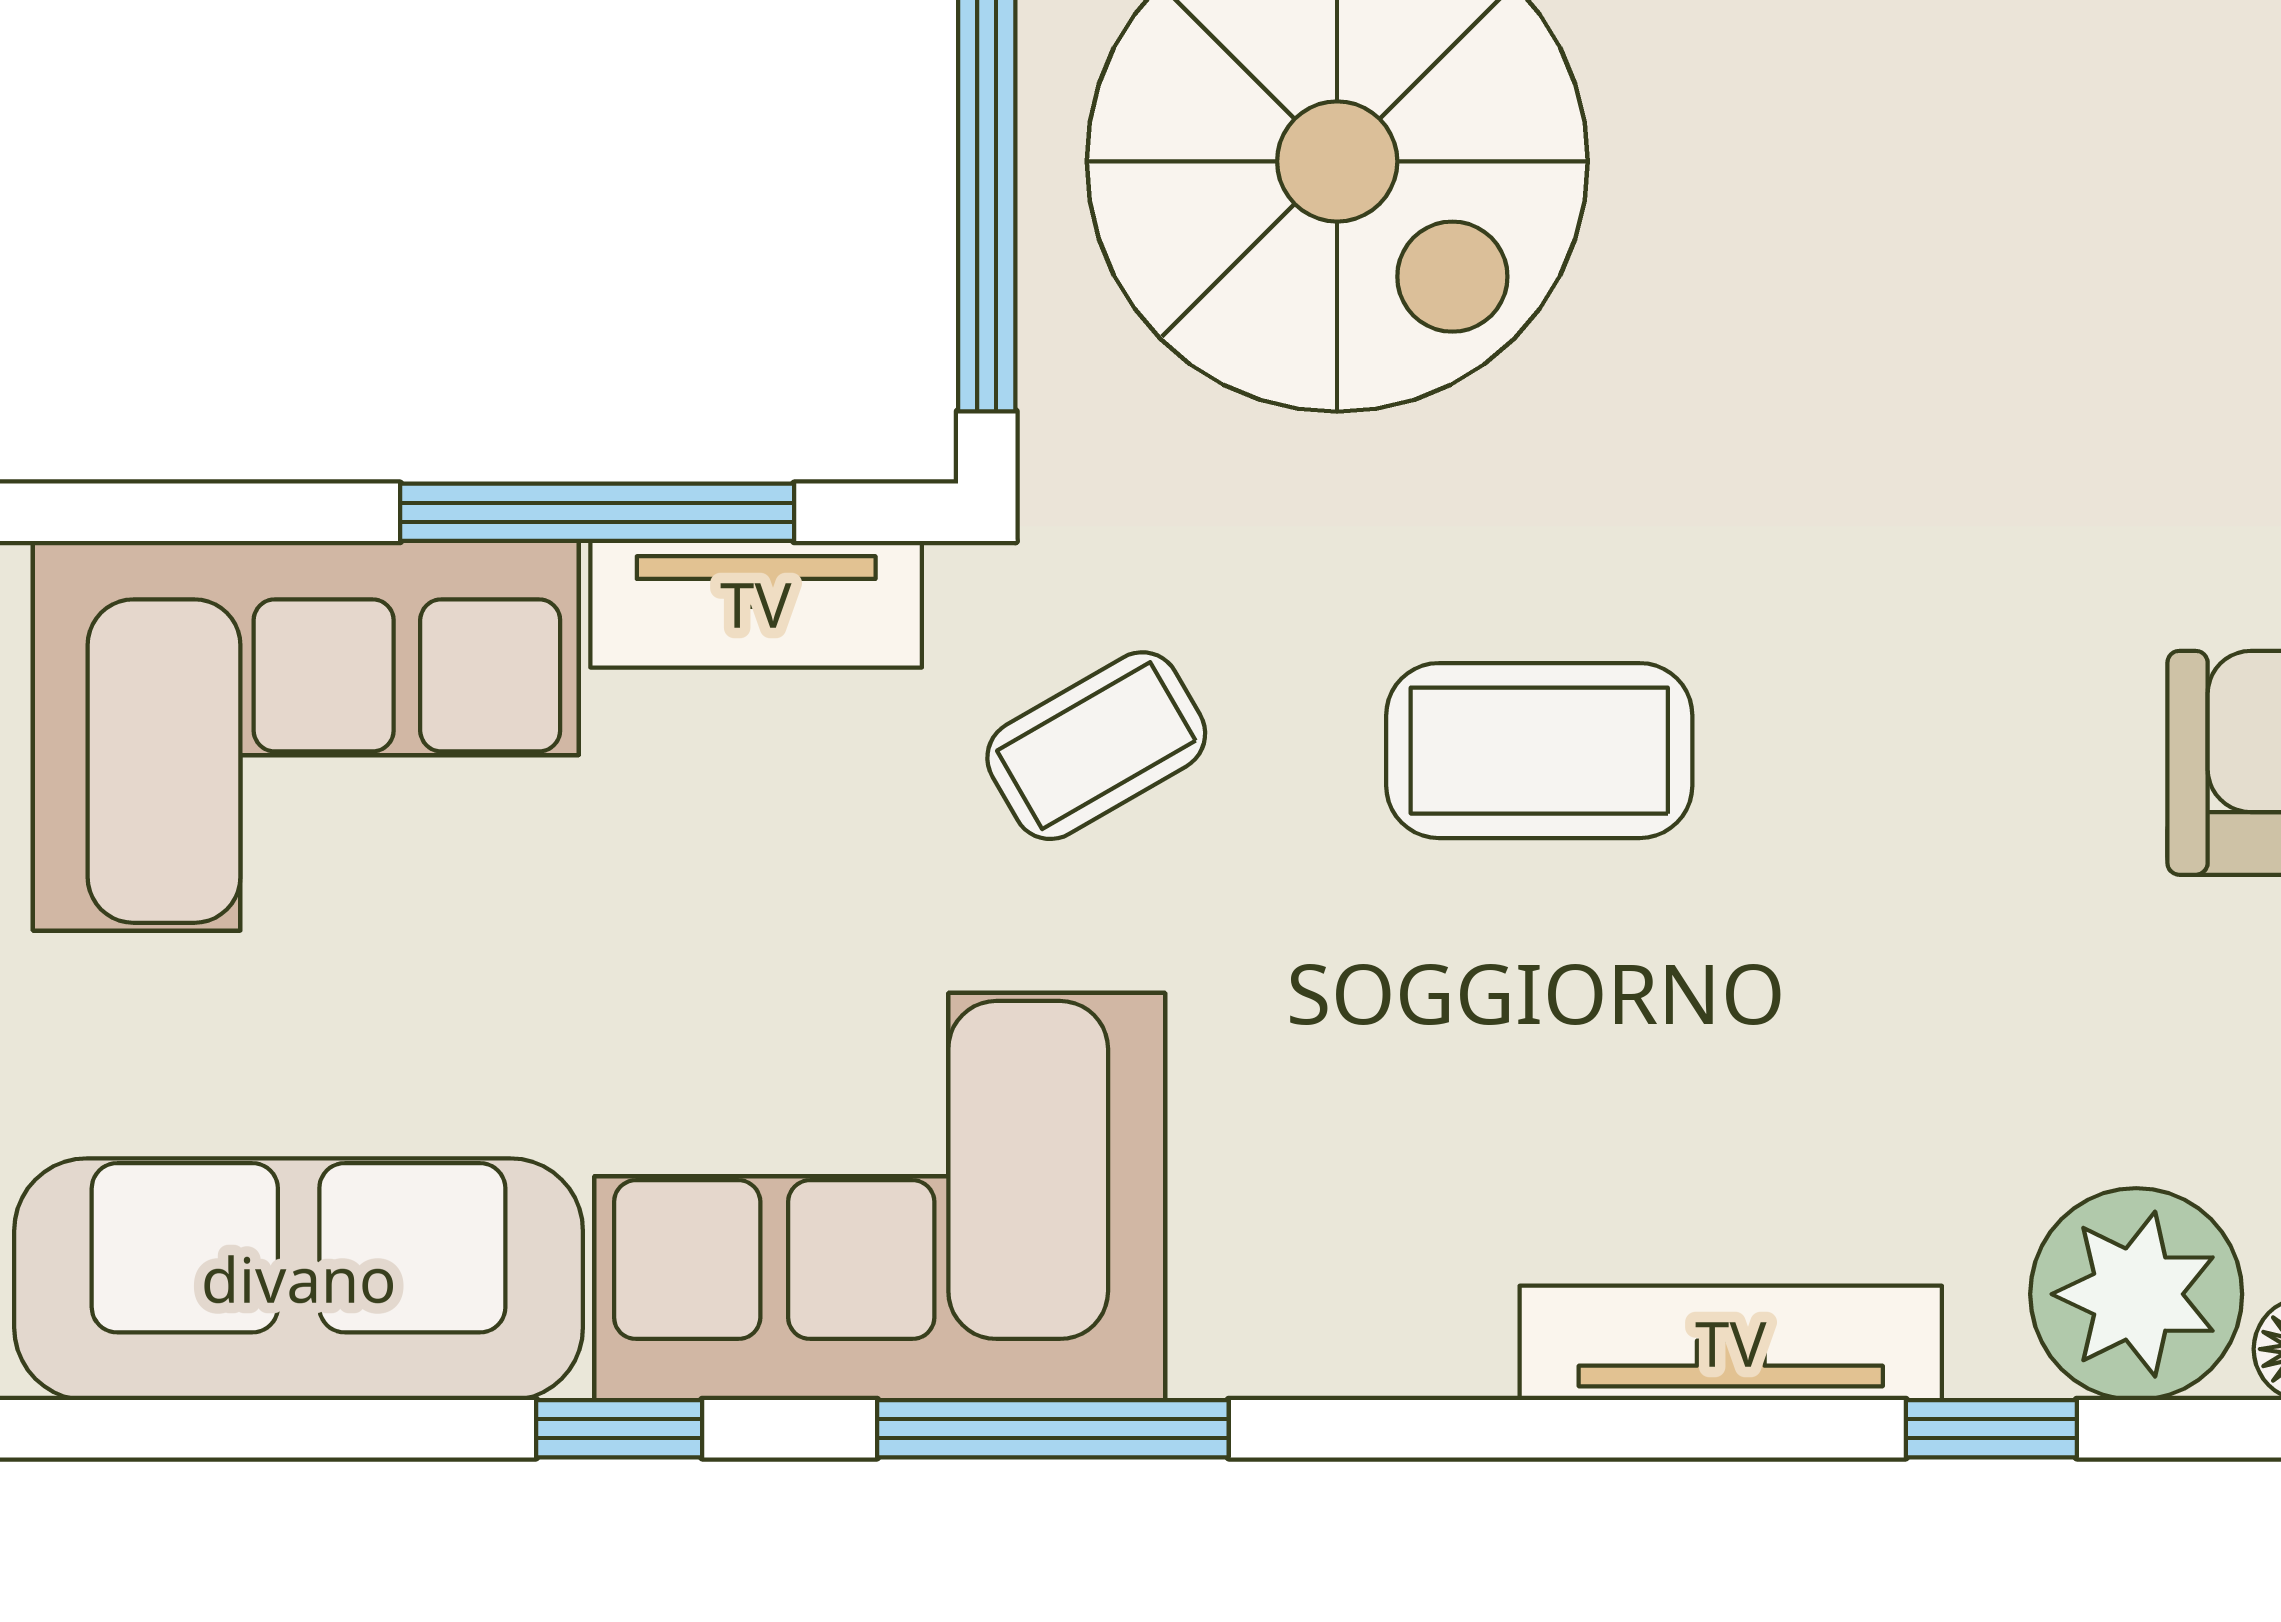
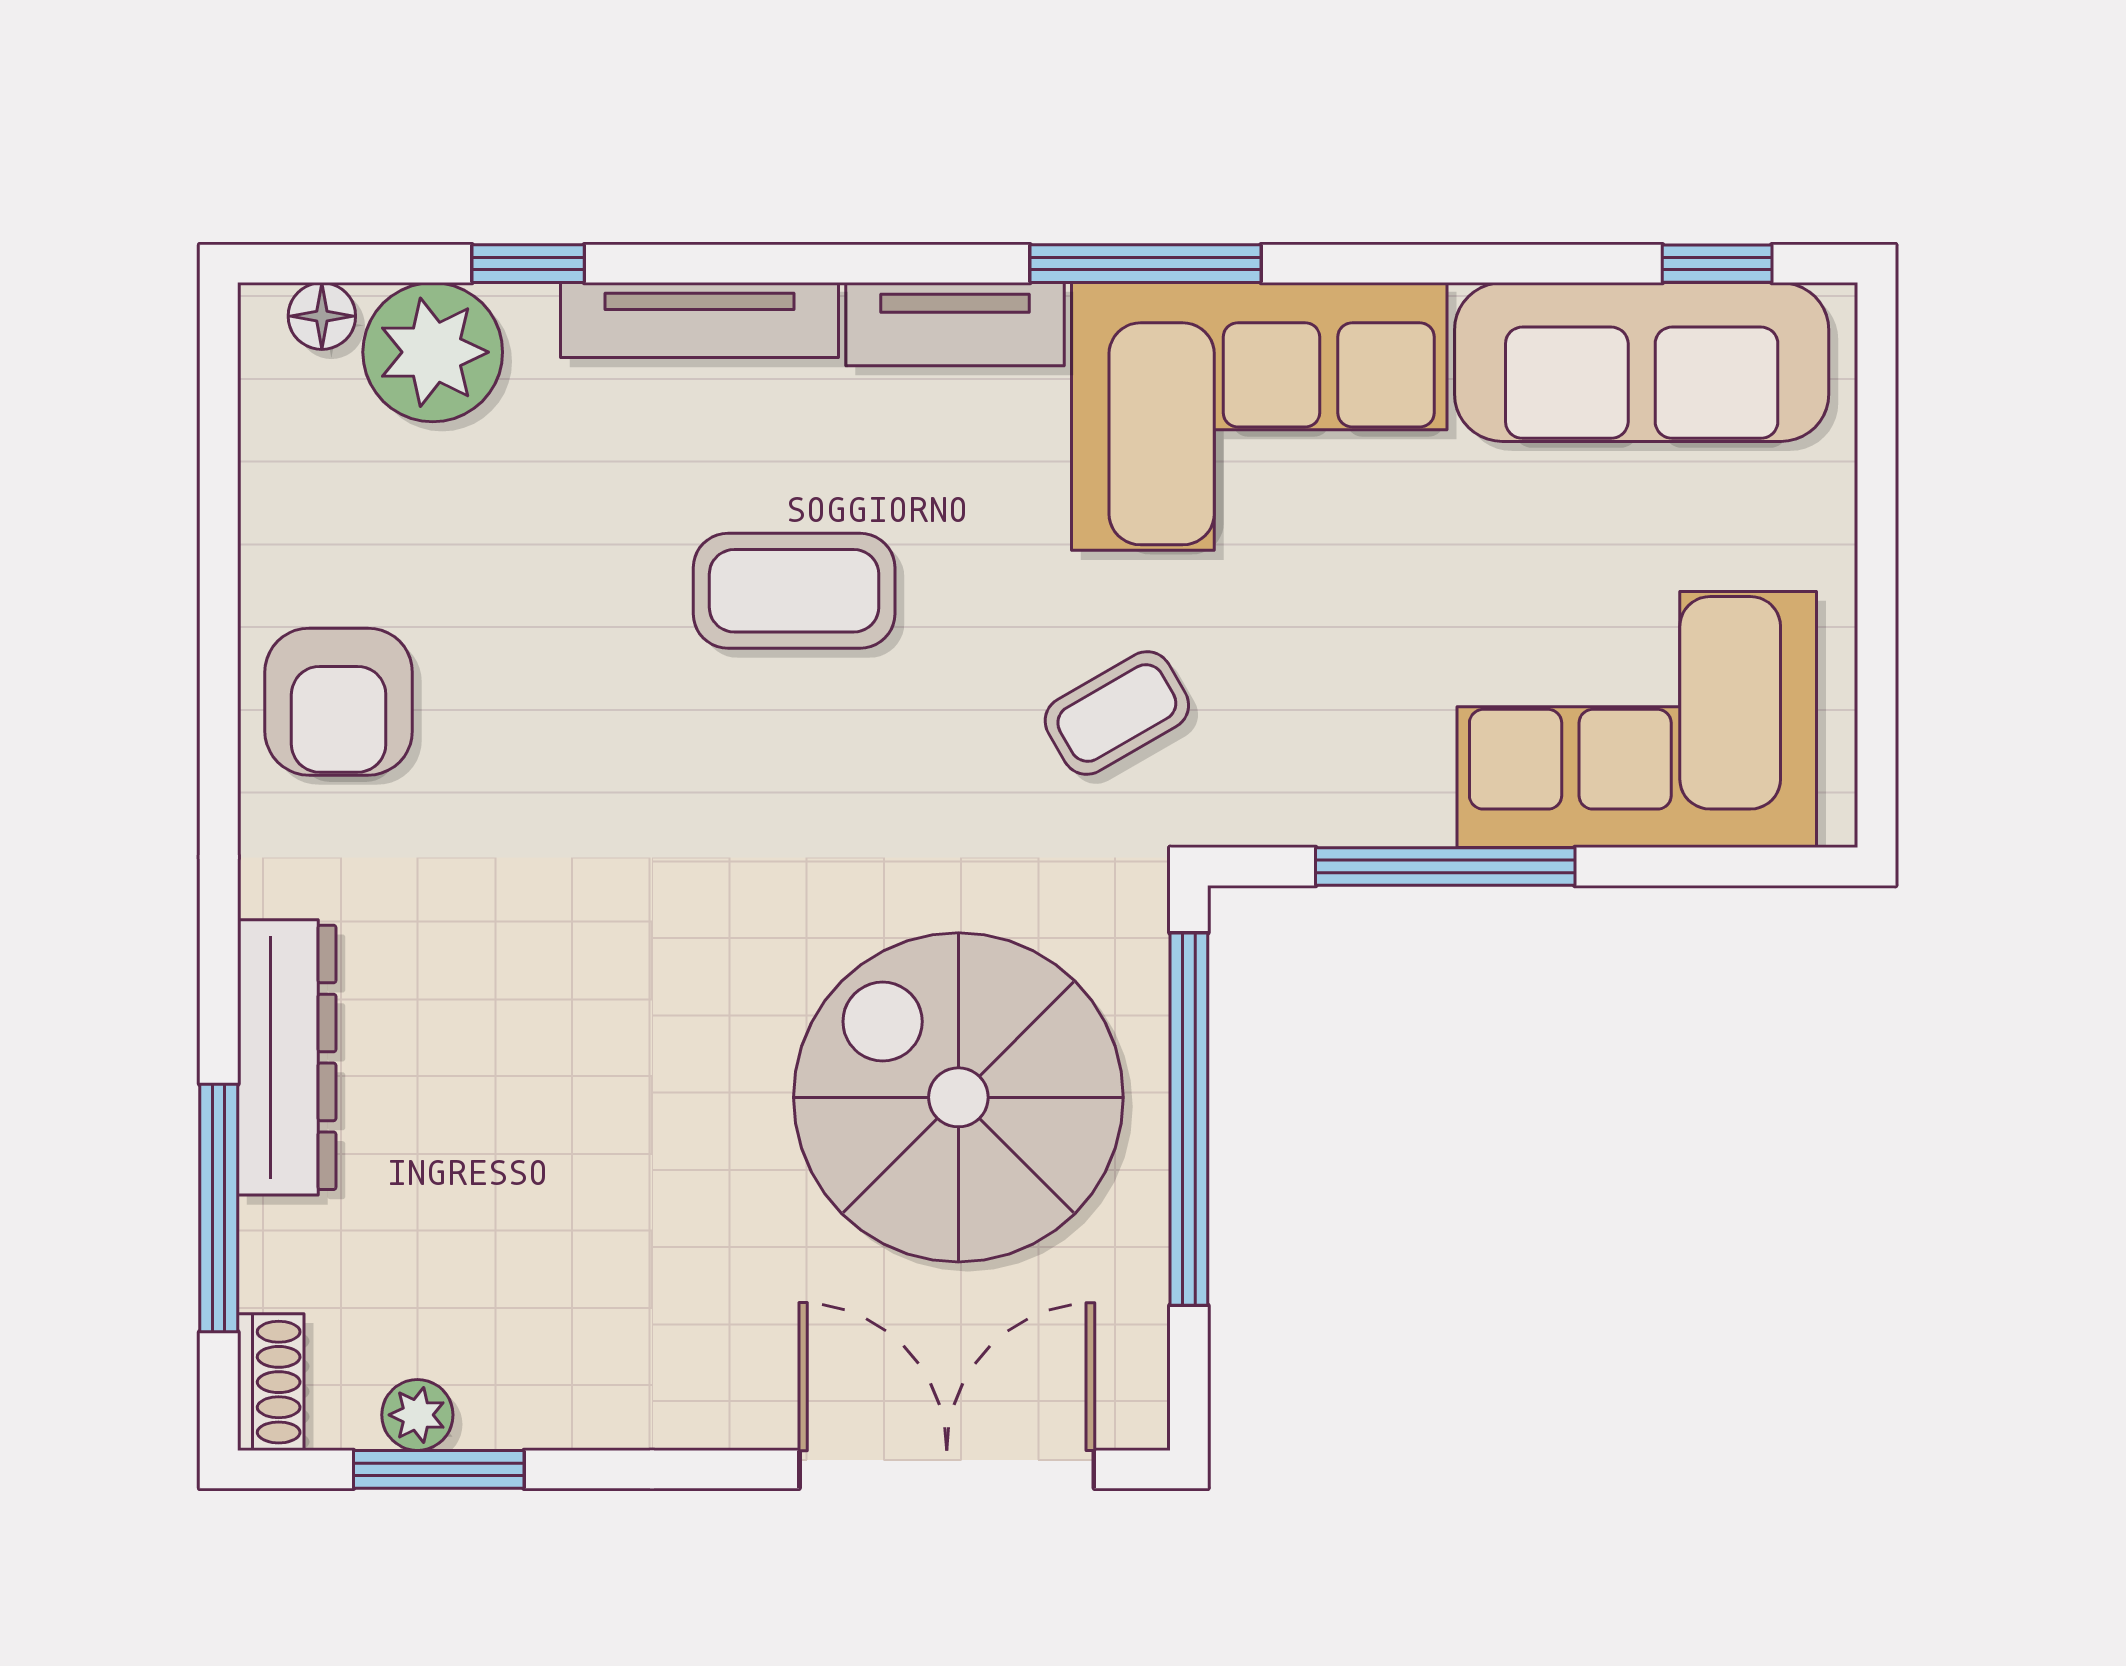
tv unit: (756, 604) -> (955, 324), moved, turned 180
coffee table: (1539, 751) -> (794, 591), moved
window: (619, 1429) -> (1717, 264), moved

